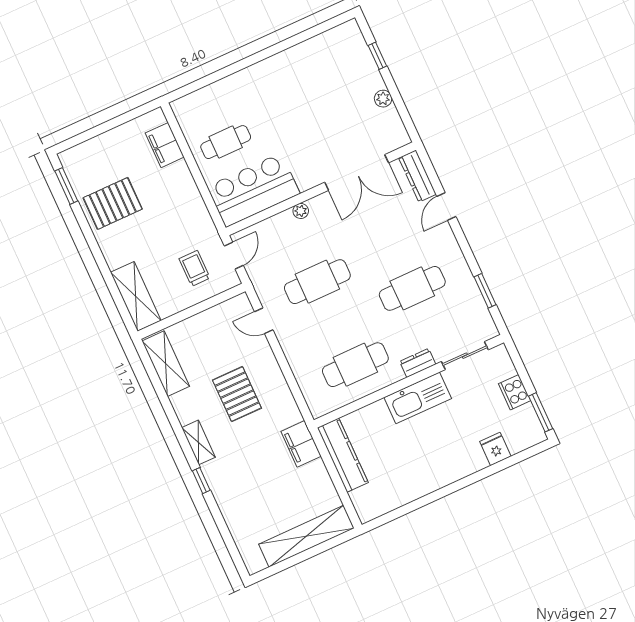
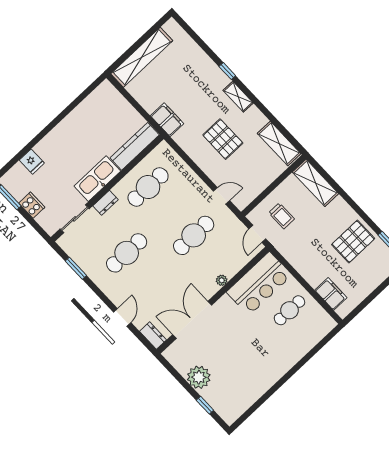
plant: (383, 99) -> (199, 377), width x1.87, depth x1.87
dresser: (417, 176) -> (153, 336), width x0.70
kitchen counter: (343, 455) -> (135, 146), moved, turned 90

